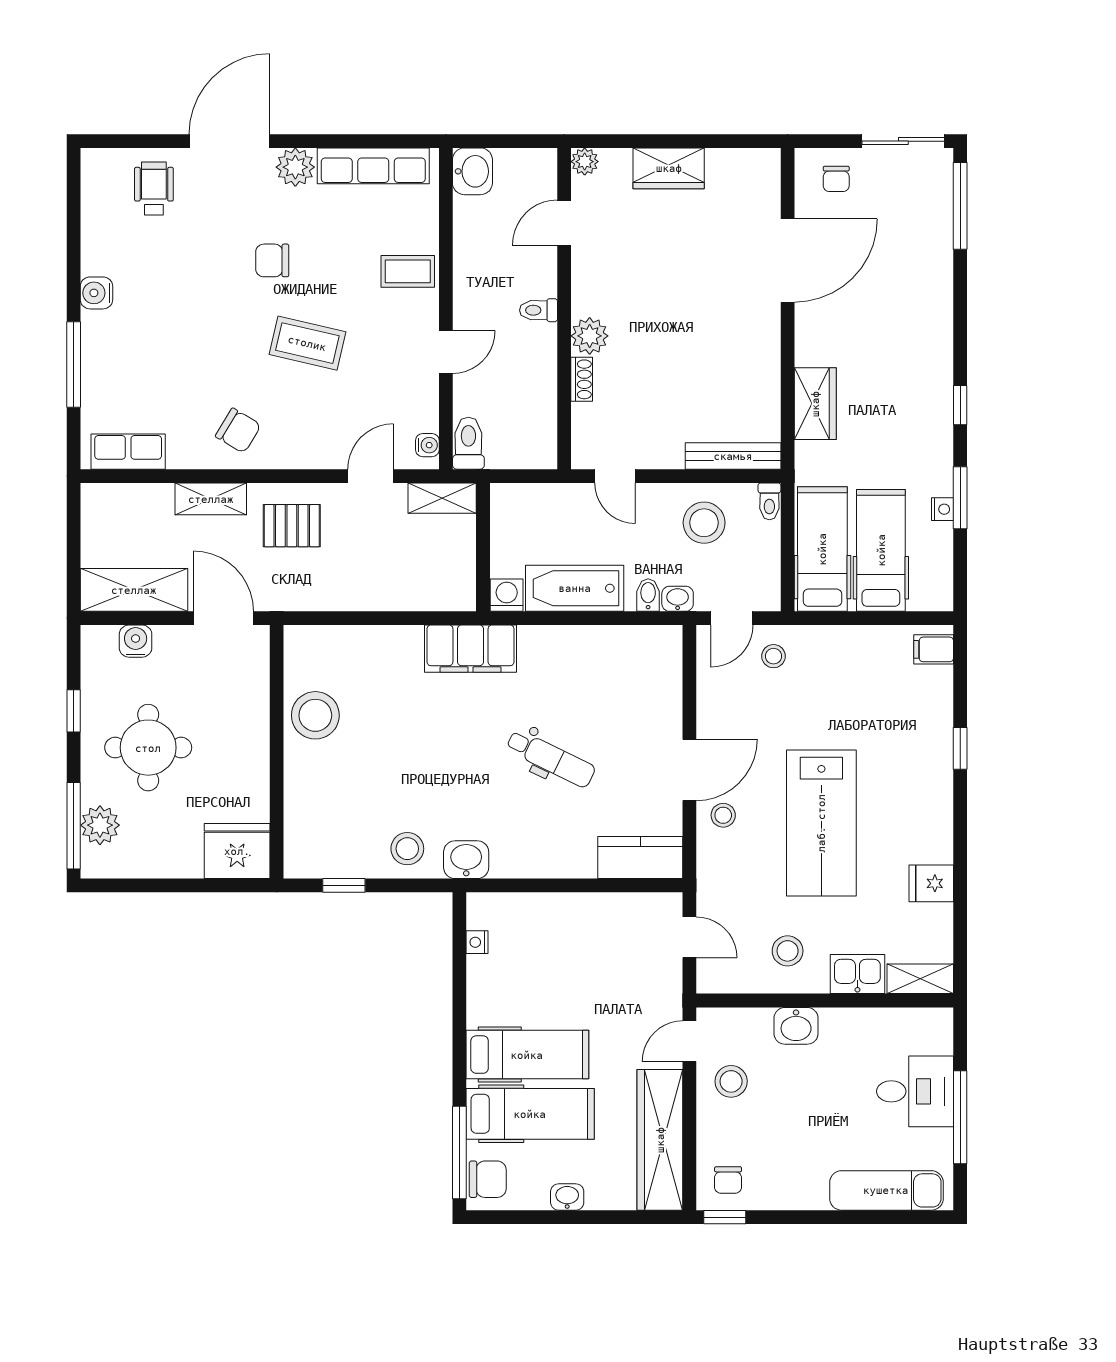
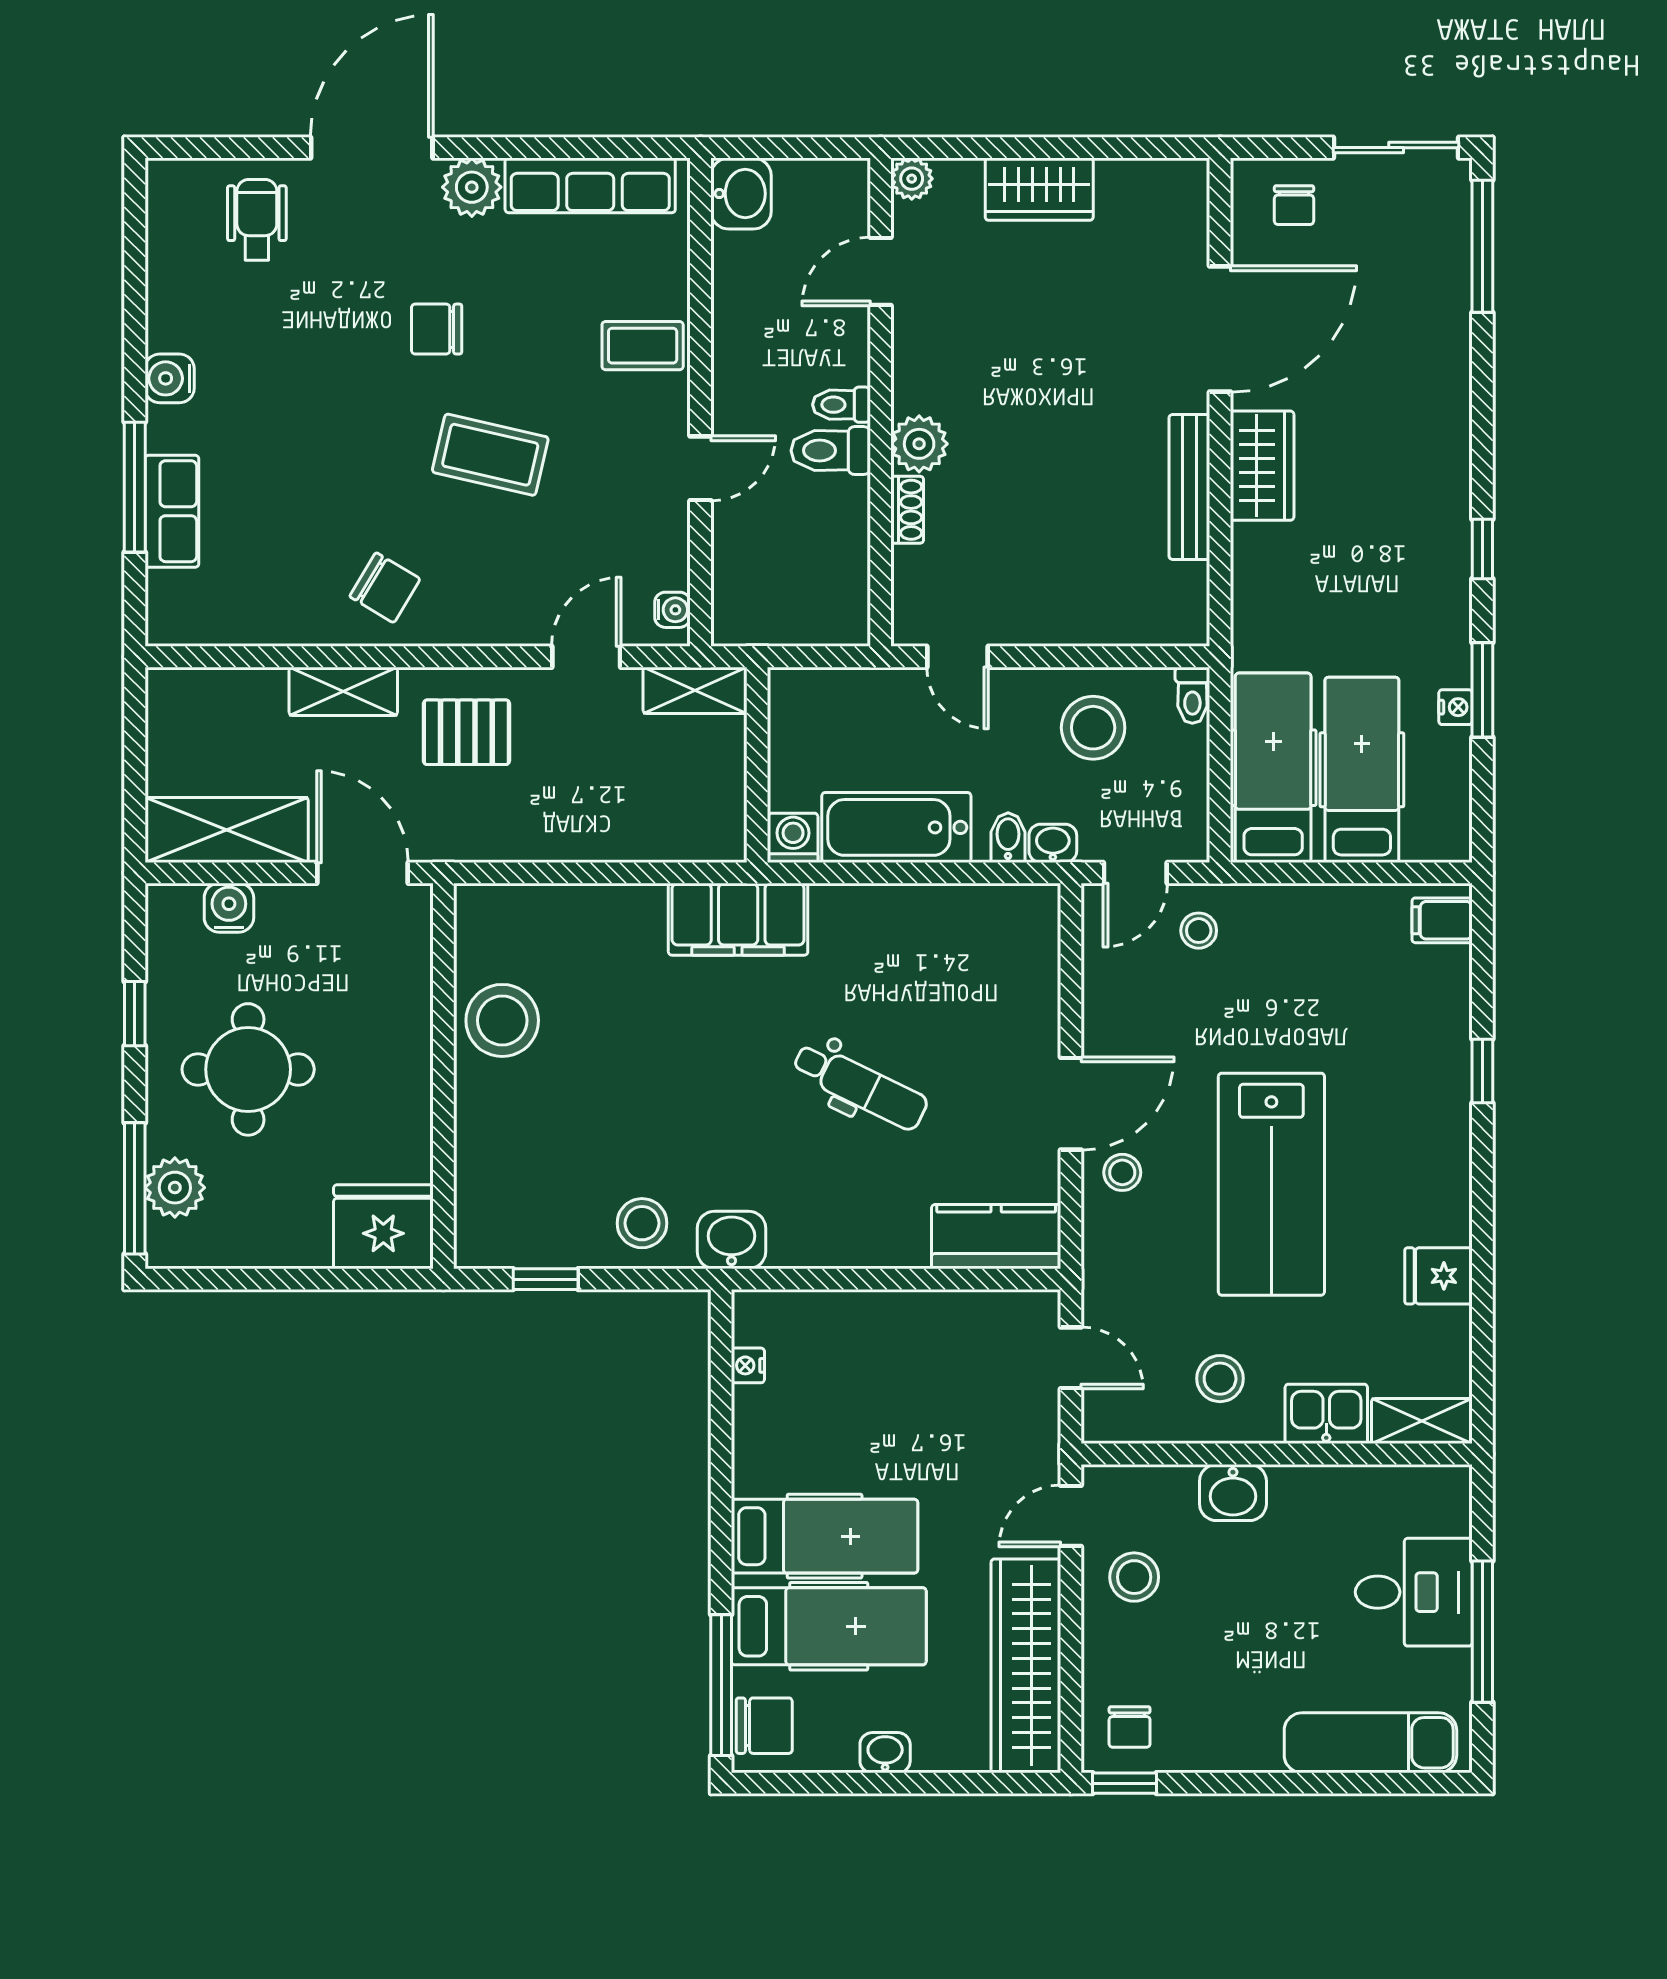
wardrobe: (815, 404) -> (1262, 466), moved
toilet: (468, 443) -> (831, 451), moved, turned -90
row of seats: (128, 452) -> (172, 511), moved, turned 90
bench: (733, 456) -> (1189, 487), moved, turned 90

